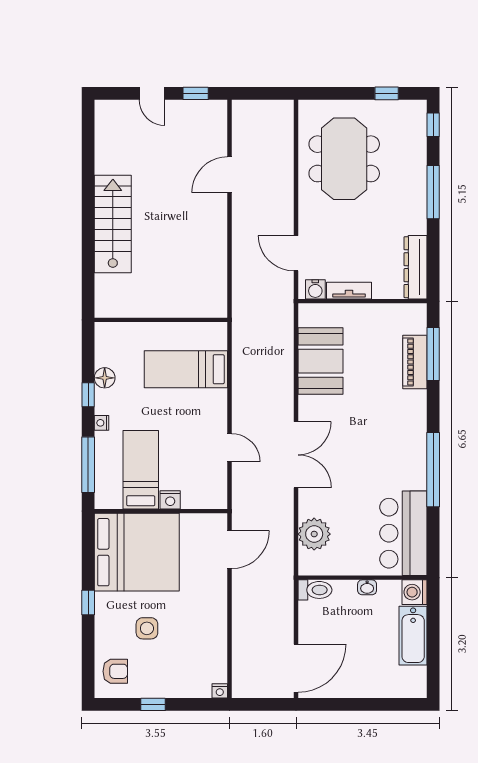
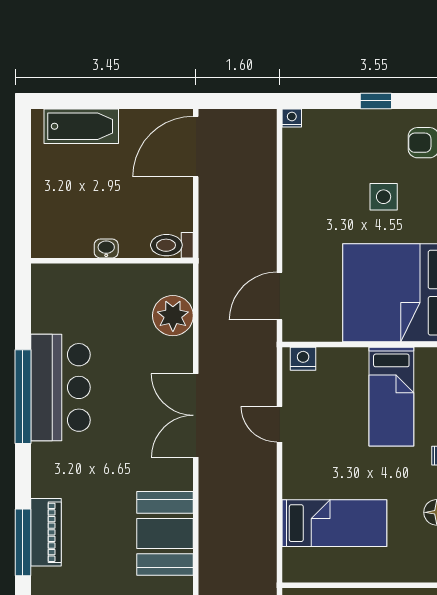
nightstand: (170, 500) -> (303, 359), moved
bar counter: (403, 533) -> (60, 387), moved
washing machine: (415, 592) -> (46, 242), removed
bathtub: (413, 636) -> (81, 126), moved, turned 90

